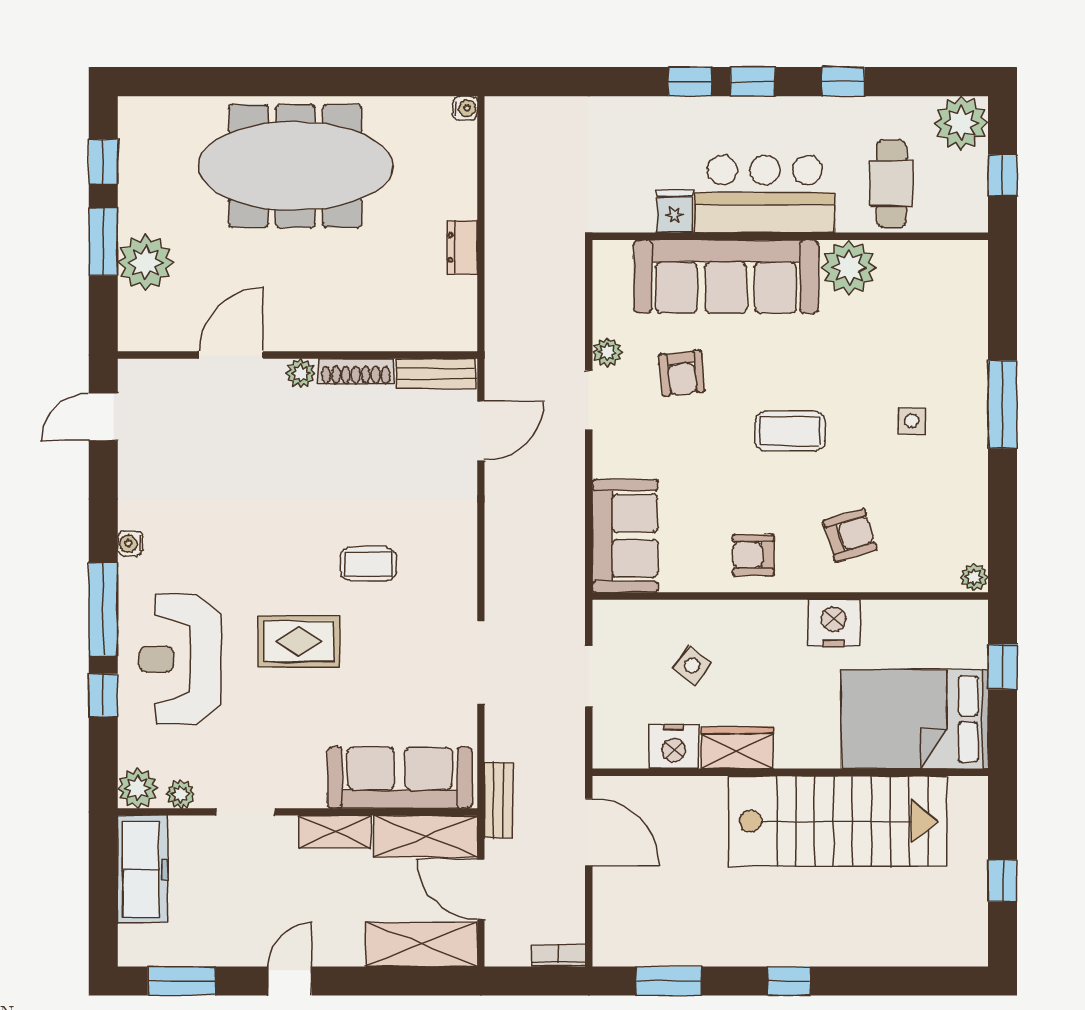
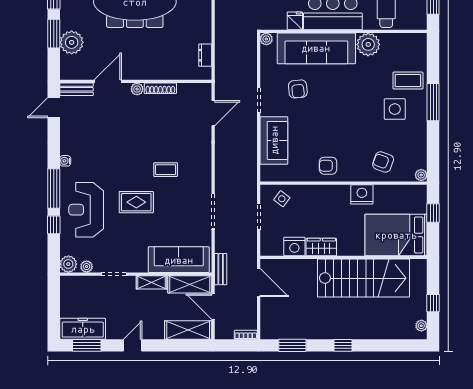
dresser: (462, 247) -> (205, 55), moved
plant: (607, 352) -> (266, 39), moved
bench: (436, 374) -> (77, 89), moved
side table: (912, 421) -> (395, 109), width x1.87, depth x1.87
coffee table: (790, 431) -> (408, 81), moved
armchair: (850, 535) -> (383, 162), moved, turned -143
sofa: (625, 536) -> (274, 140), moved
side table: (692, 666) -> (282, 199), moved
freezer: (143, 869) -> (83, 329), moved, turned -90
plant: (975, 934) -> (421, 326), added

